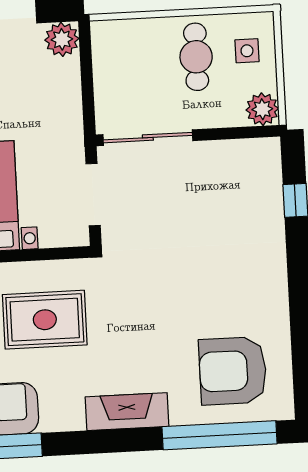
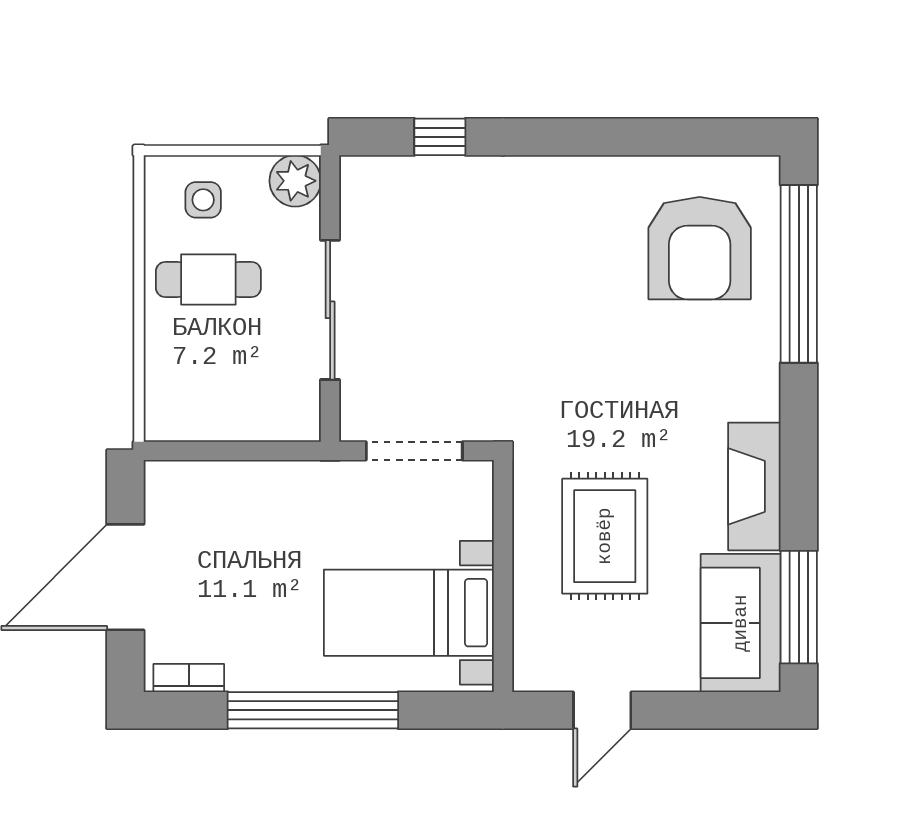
plant: (62, 39) -> (170, 487), removed
sliding door: (148, 138) -> (330, 310), moved
fireplace: (127, 412) -> (754, 486), moved

